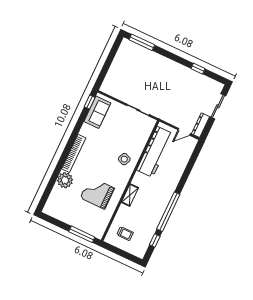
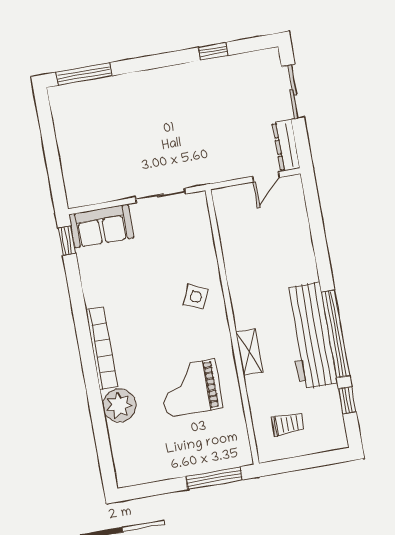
sofa: (97, 112) -> (101, 226), moved, turned 90
workbench: (155, 152) -> (310, 336), moved, turned 180

